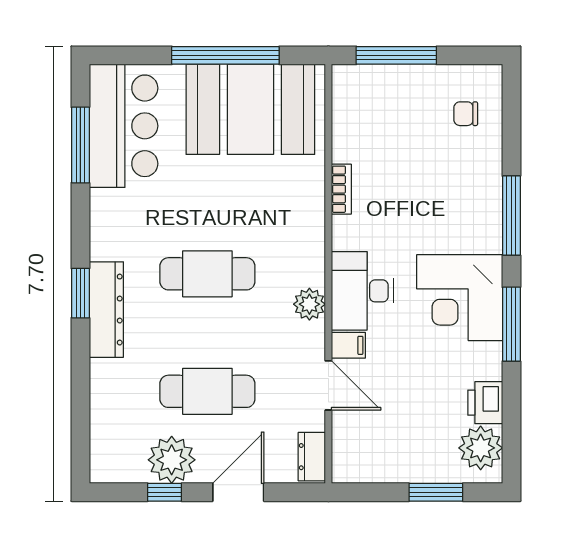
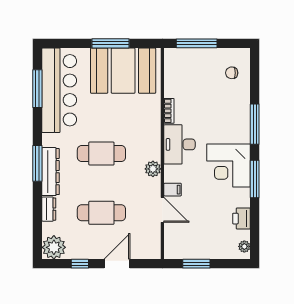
window: (225, 55) -> (111, 43), width x0.68
bar counter: (124, 126) -> (59, 90), width x1.36
desk: (362, 291) -> (179, 144), moved
window: (80, 293) -> (37, 163), width x1.44
plant: (481, 448) -> (244, 246), width x0.53, depth x0.53
dresser: (312, 457) -> (49, 209), moved, turned 180
plant: (172, 460) -> (54, 247), moved
window: (436, 492) -> (196, 264), moved

